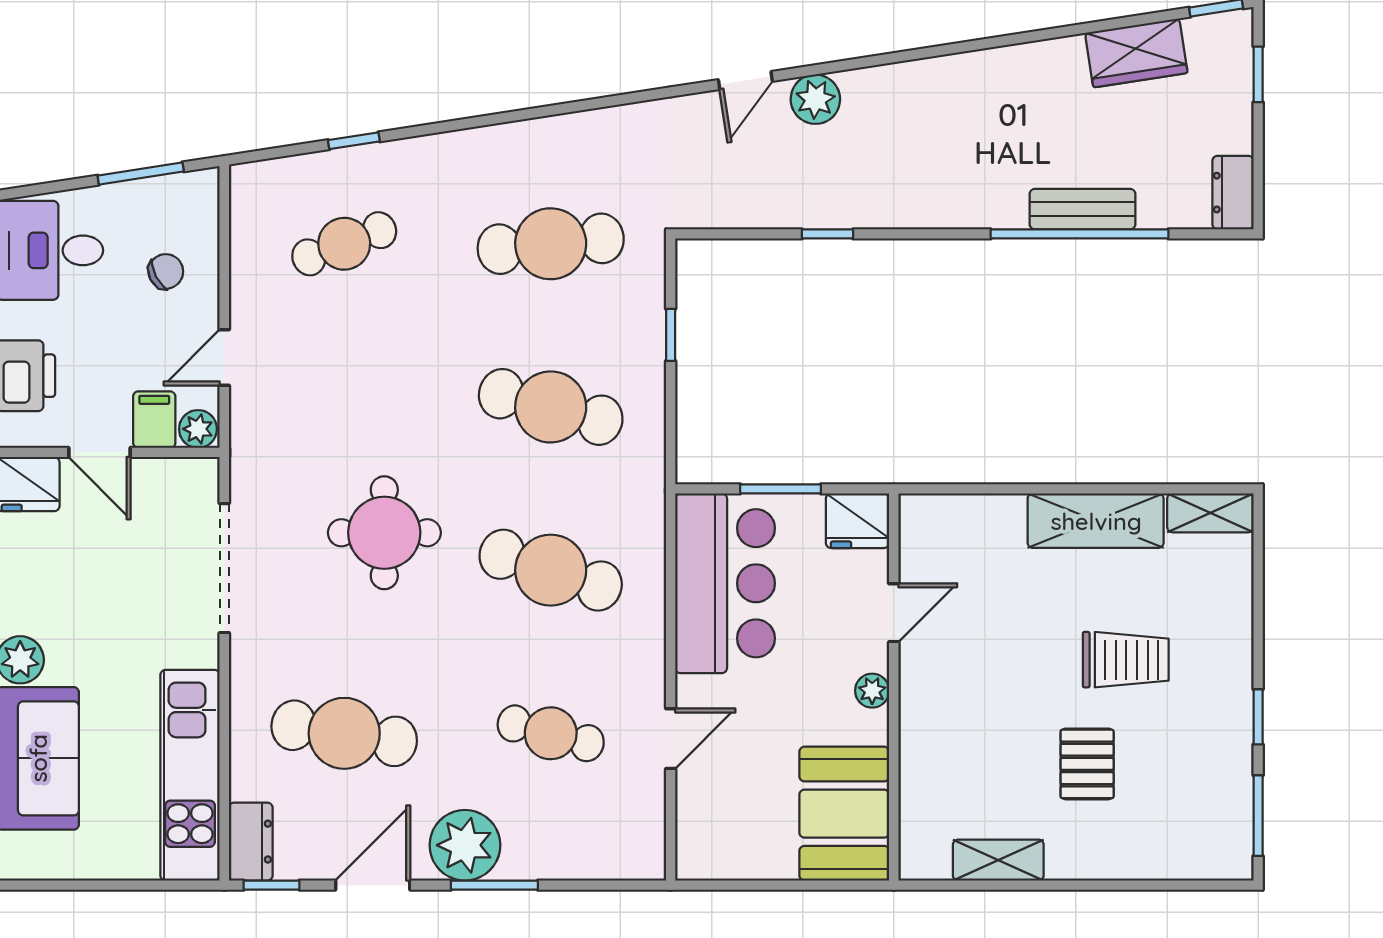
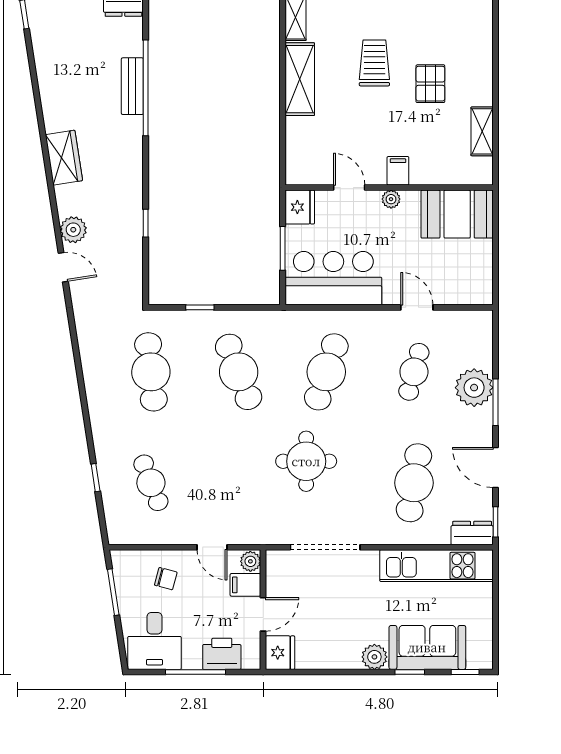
wardrobe: (1136, 53) -> (64, 158), moved
chair: (166, 271) -> (166, 579), turned 132
cafe table: (551, 407) -> (239, 372), turned -36
filing cabinet: (925, 704) -> (398, 171), added
pallet: (1087, 764) -> (430, 84), turned 90
plant: (465, 845) -> (474, 388), moved

